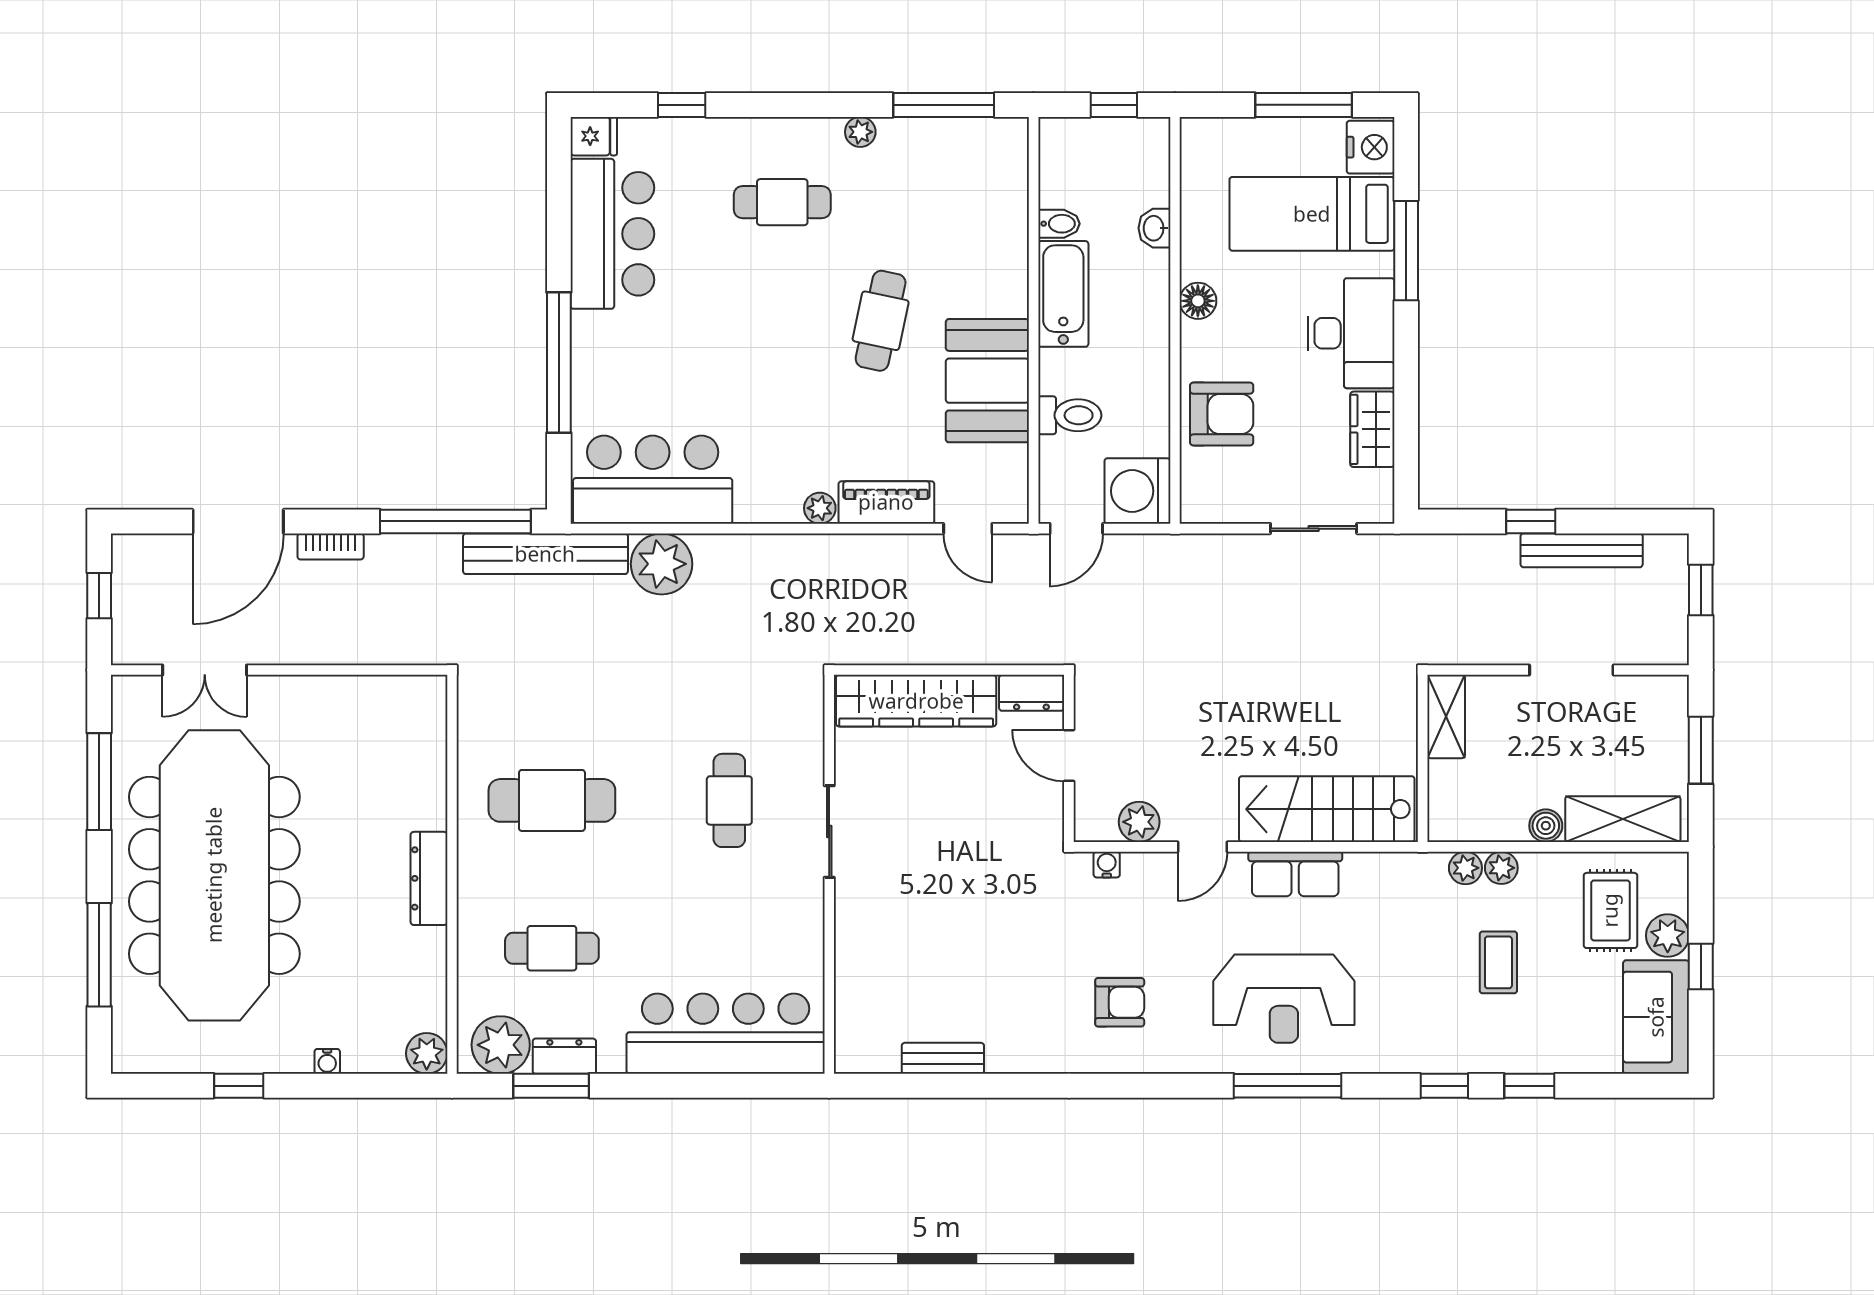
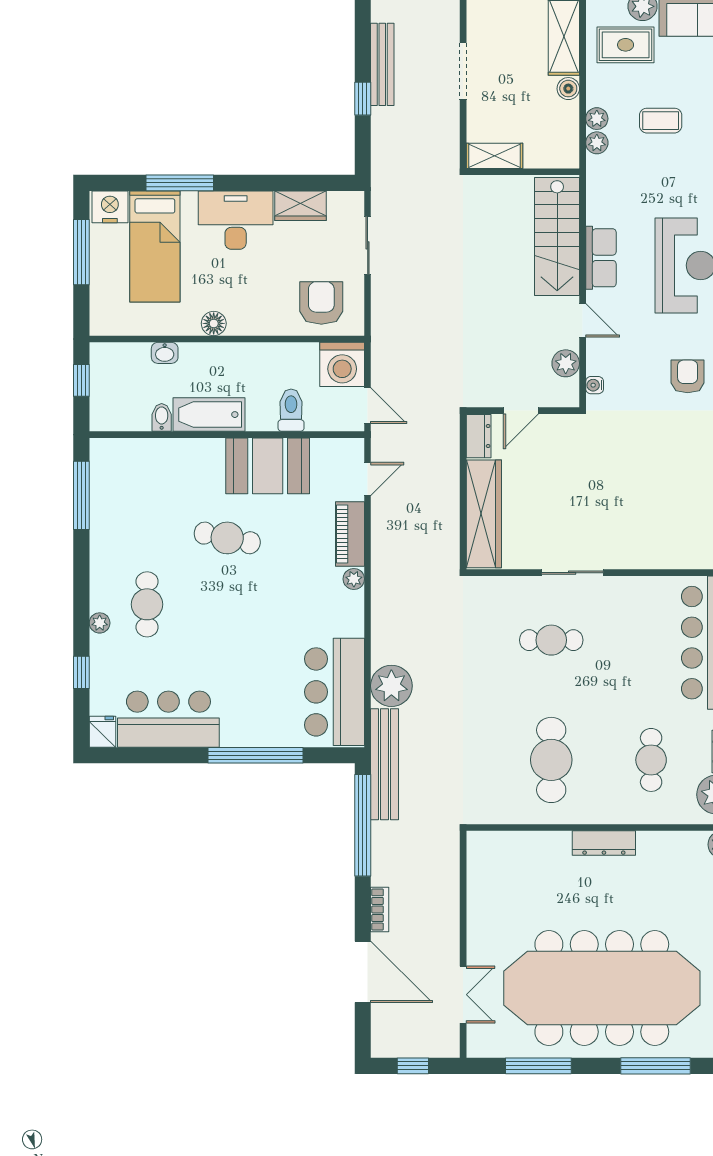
plant: (860, 132) -> (100, 623), moved
armchair: (1222, 414) -> (321, 303), moved

